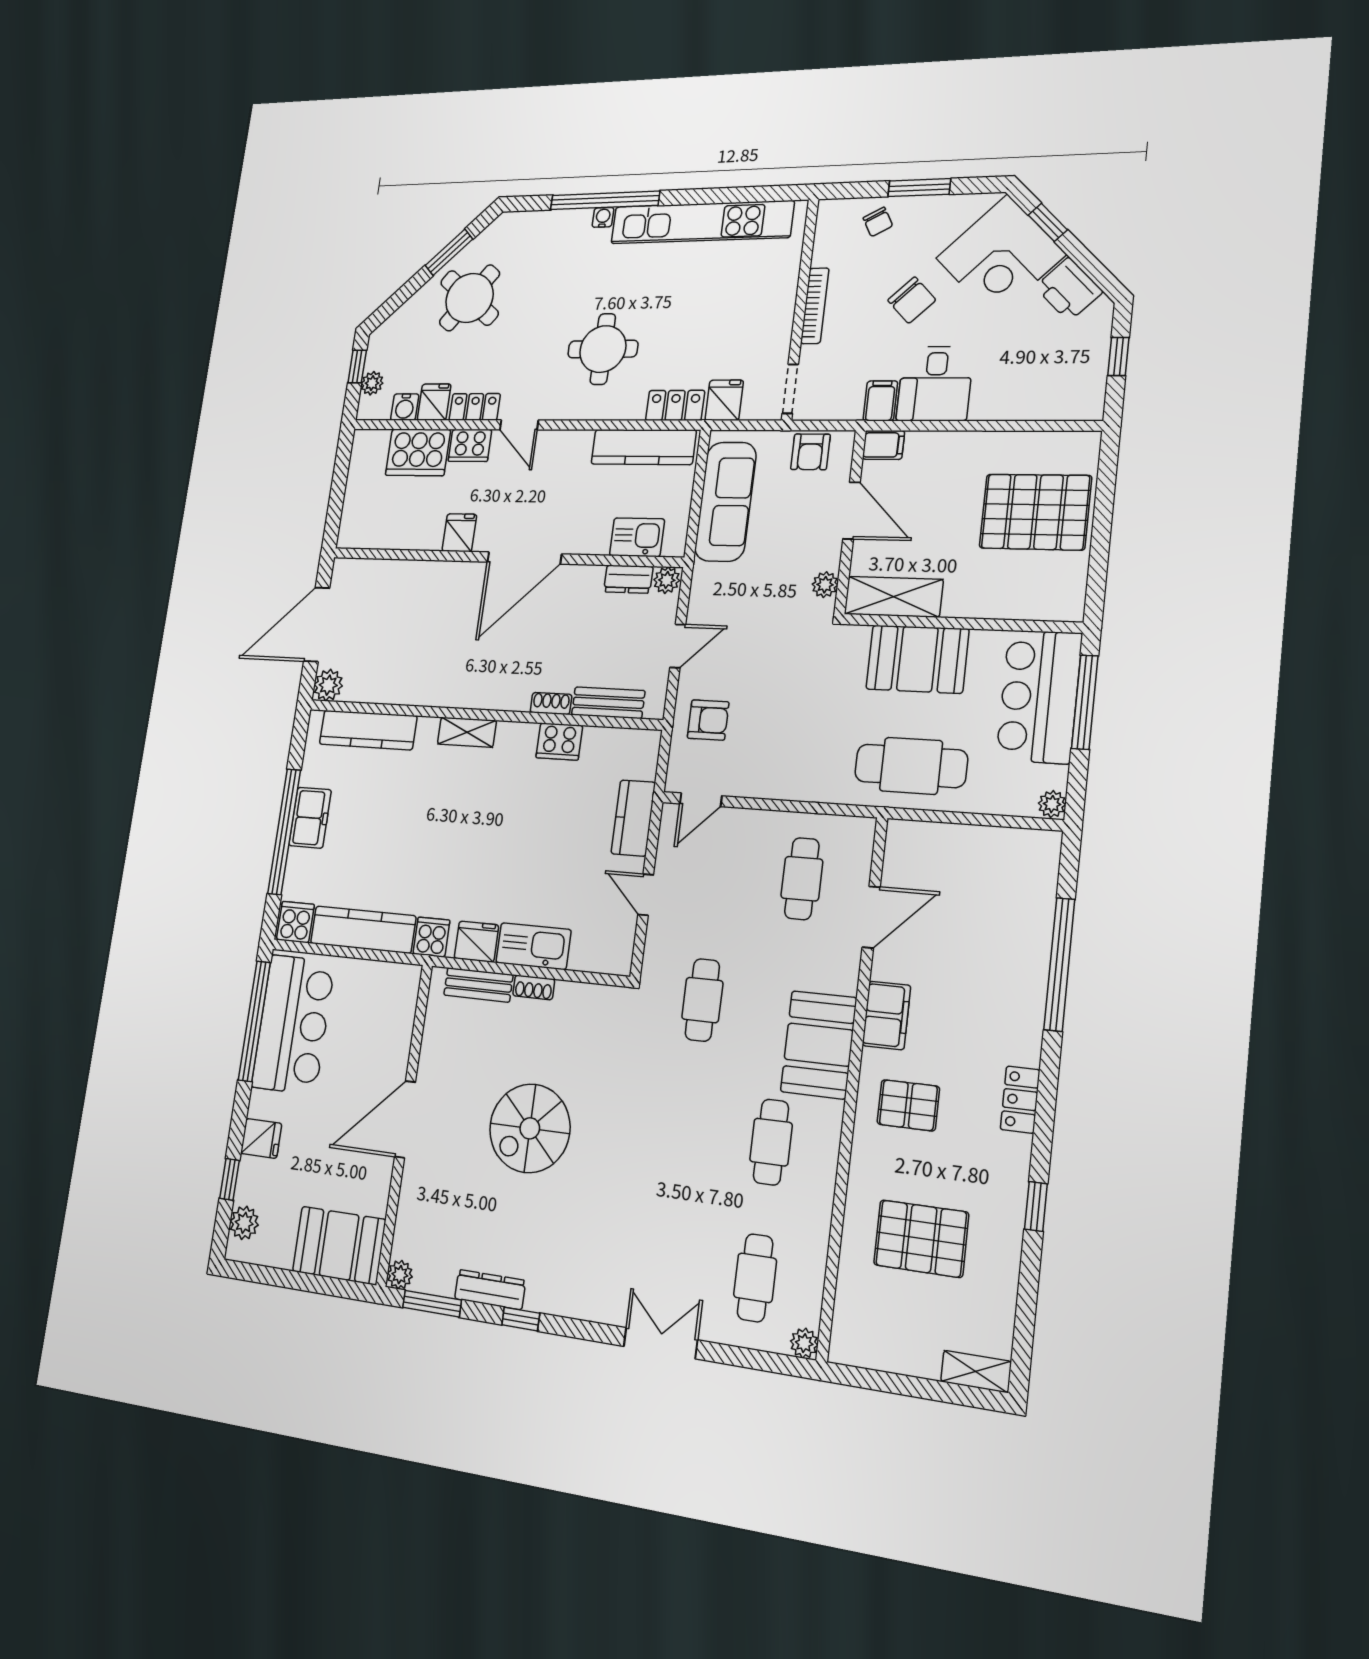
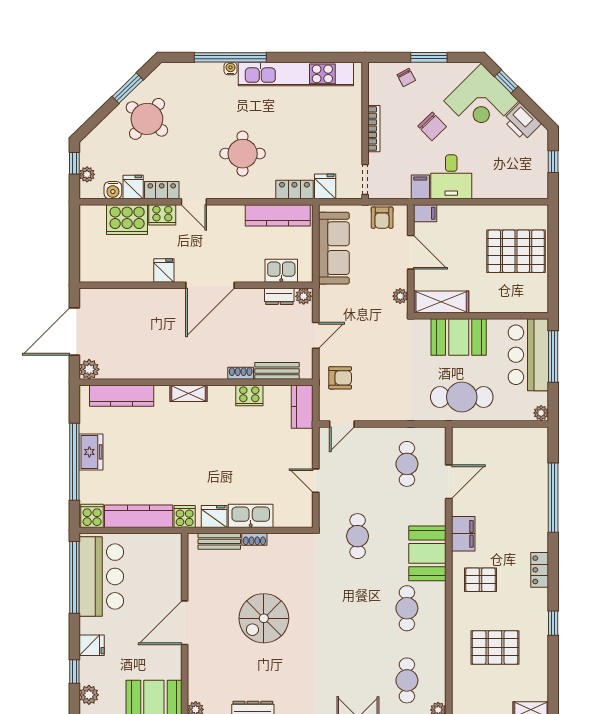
kitchen counter: (633, 818) -> (302, 407), moved

